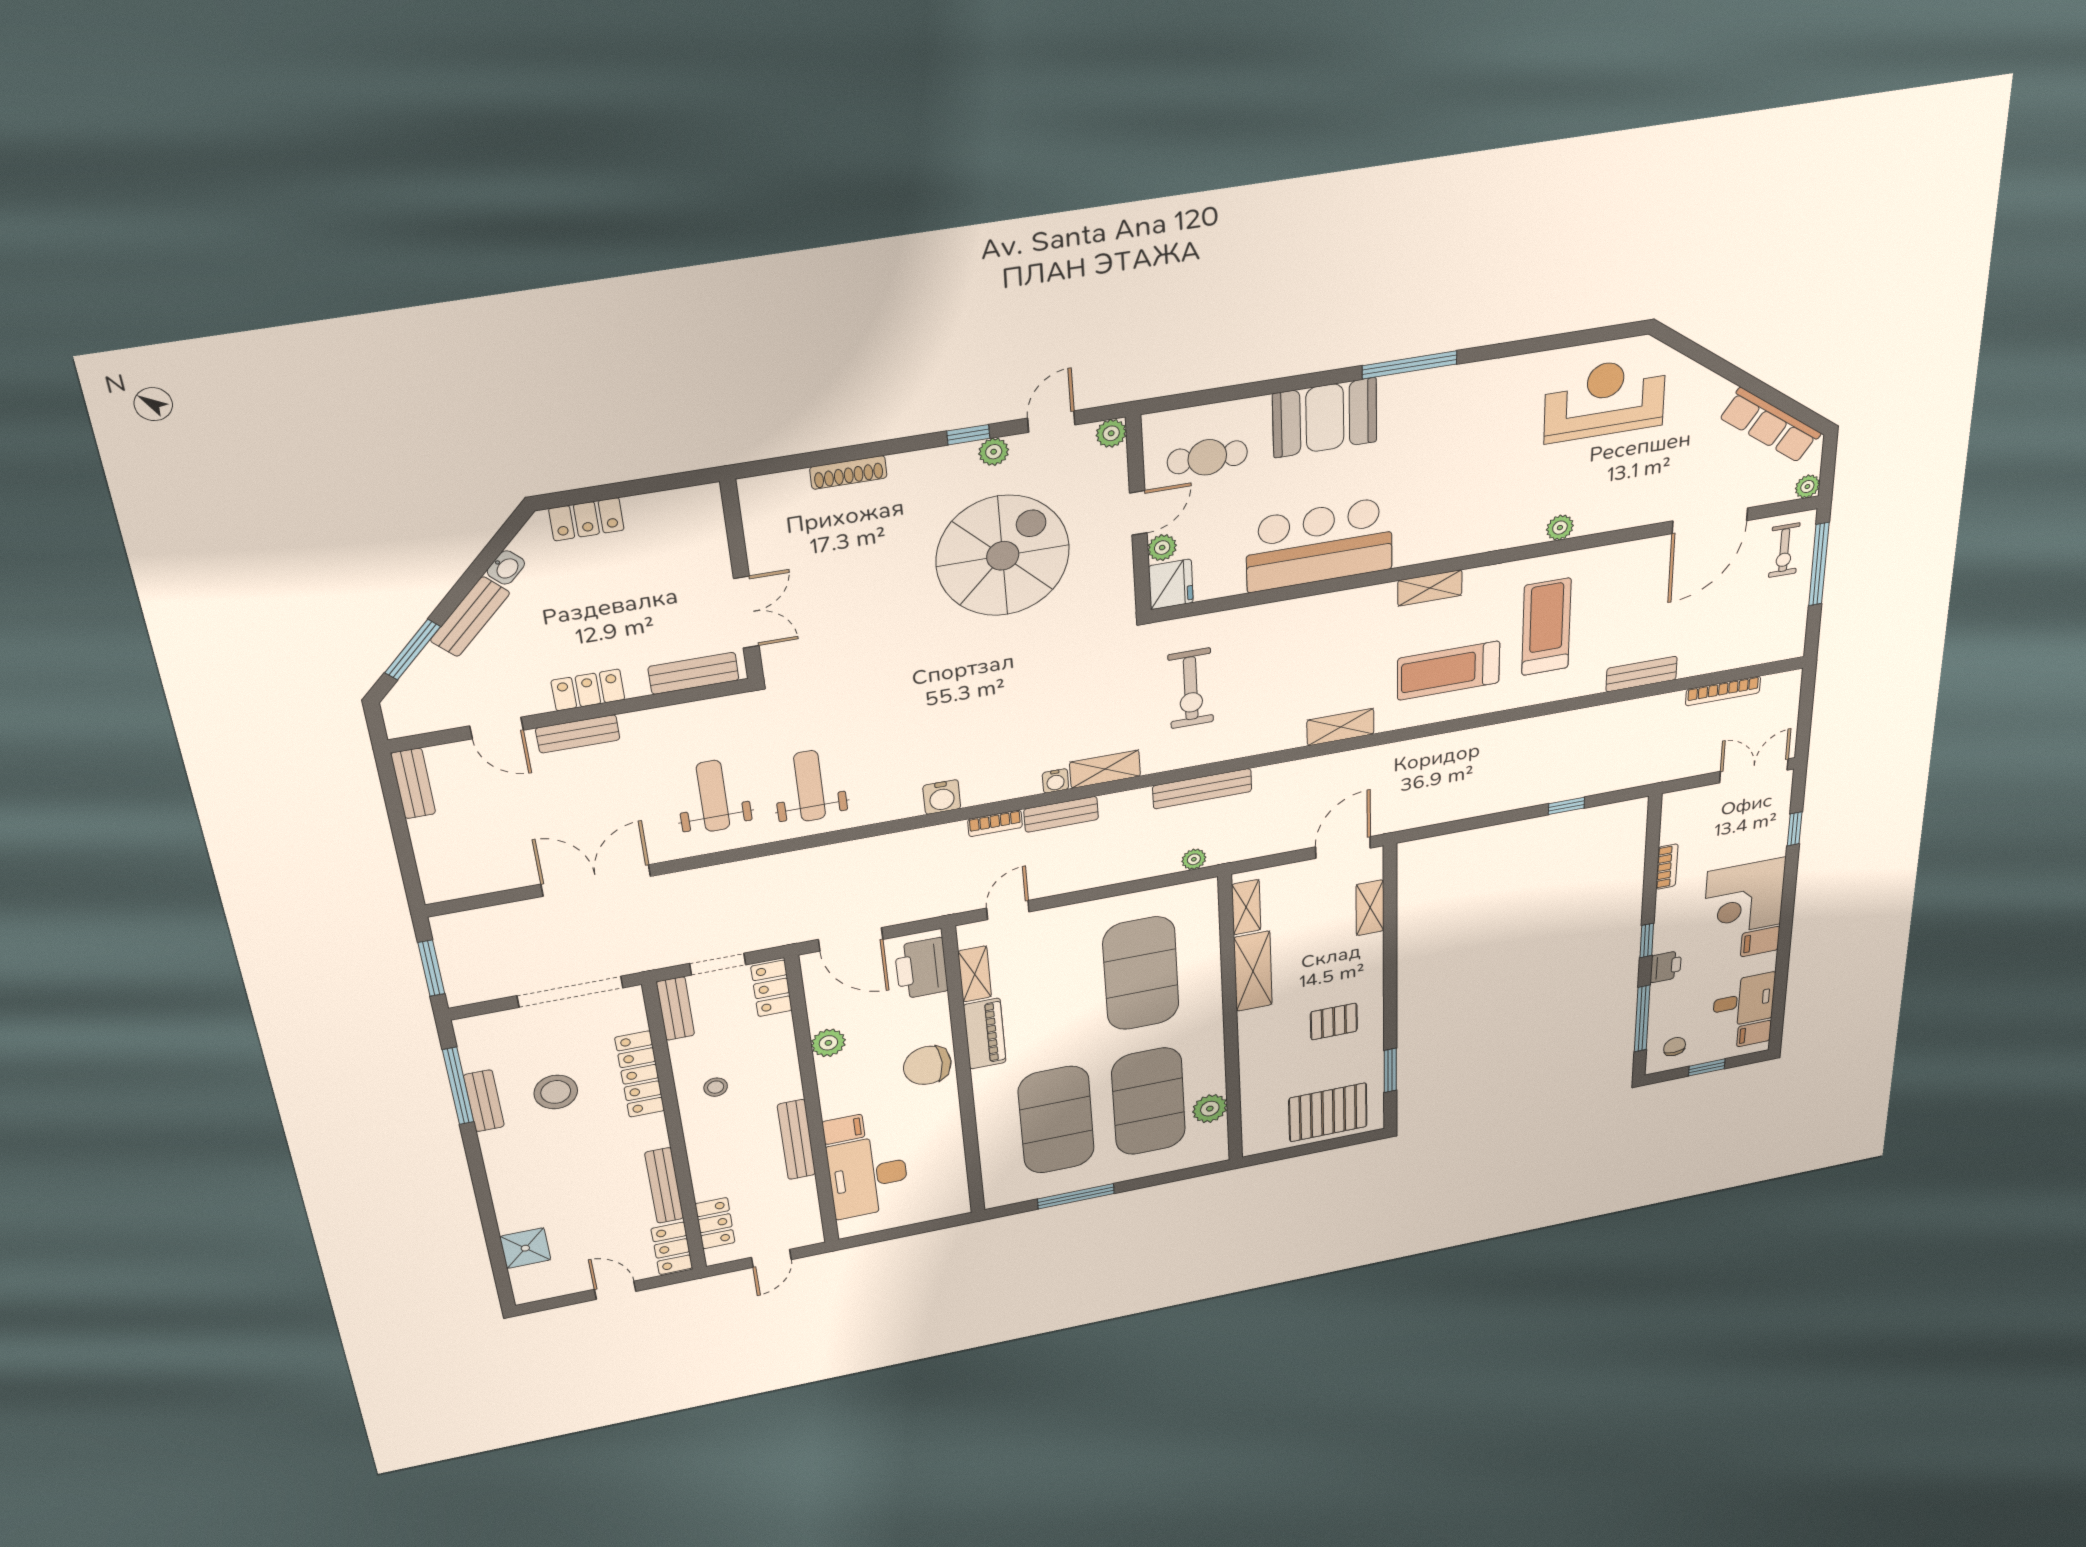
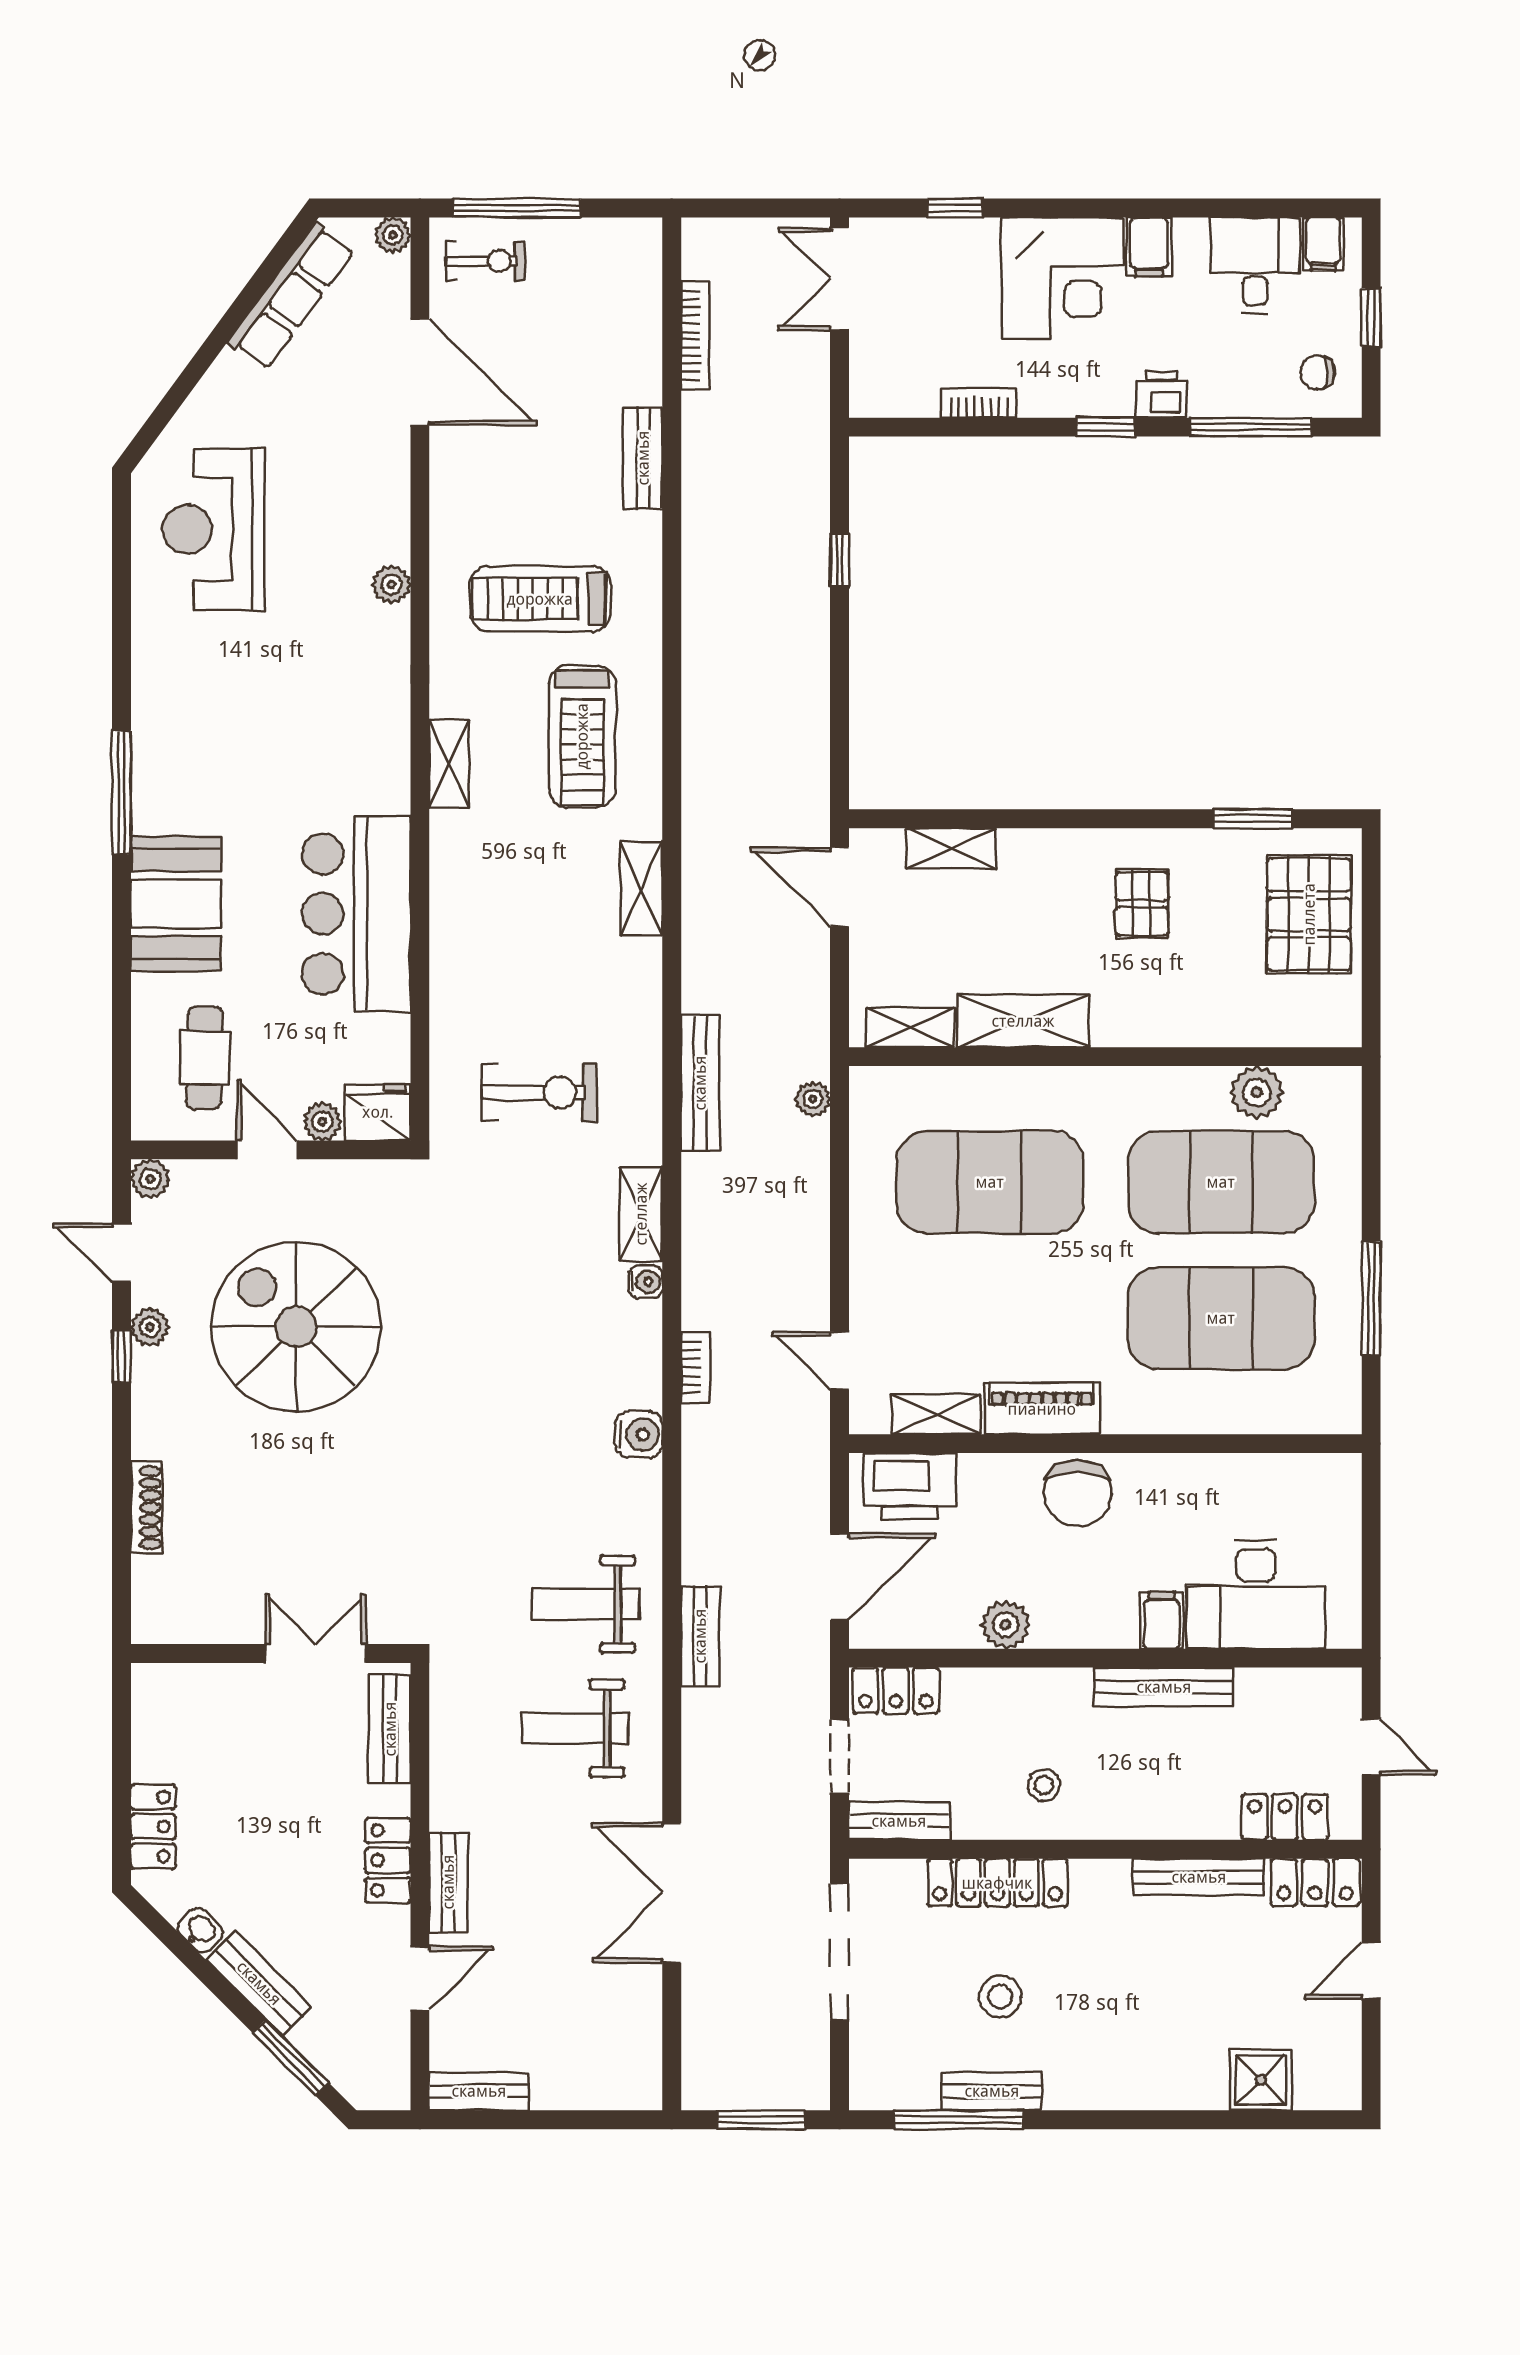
bench: (1061, 814) -> (700, 1636), moved
stool: (556, 1092) -> (1000, 1997), width x0.73, depth x0.73

